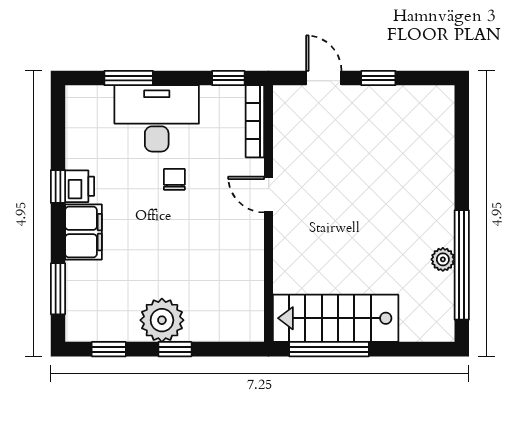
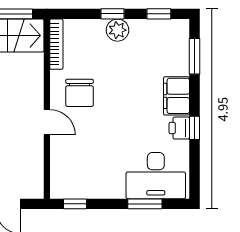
desk: (157, 118) -> (156, 176), moved
bookcase: (255, 121) -> (56, 44), moved
chair: (174, 179) -> (80, 93), moved, width x1.87, depth x1.87
plant: (162, 320) -> (117, 30), width x0.73, depth x0.73

